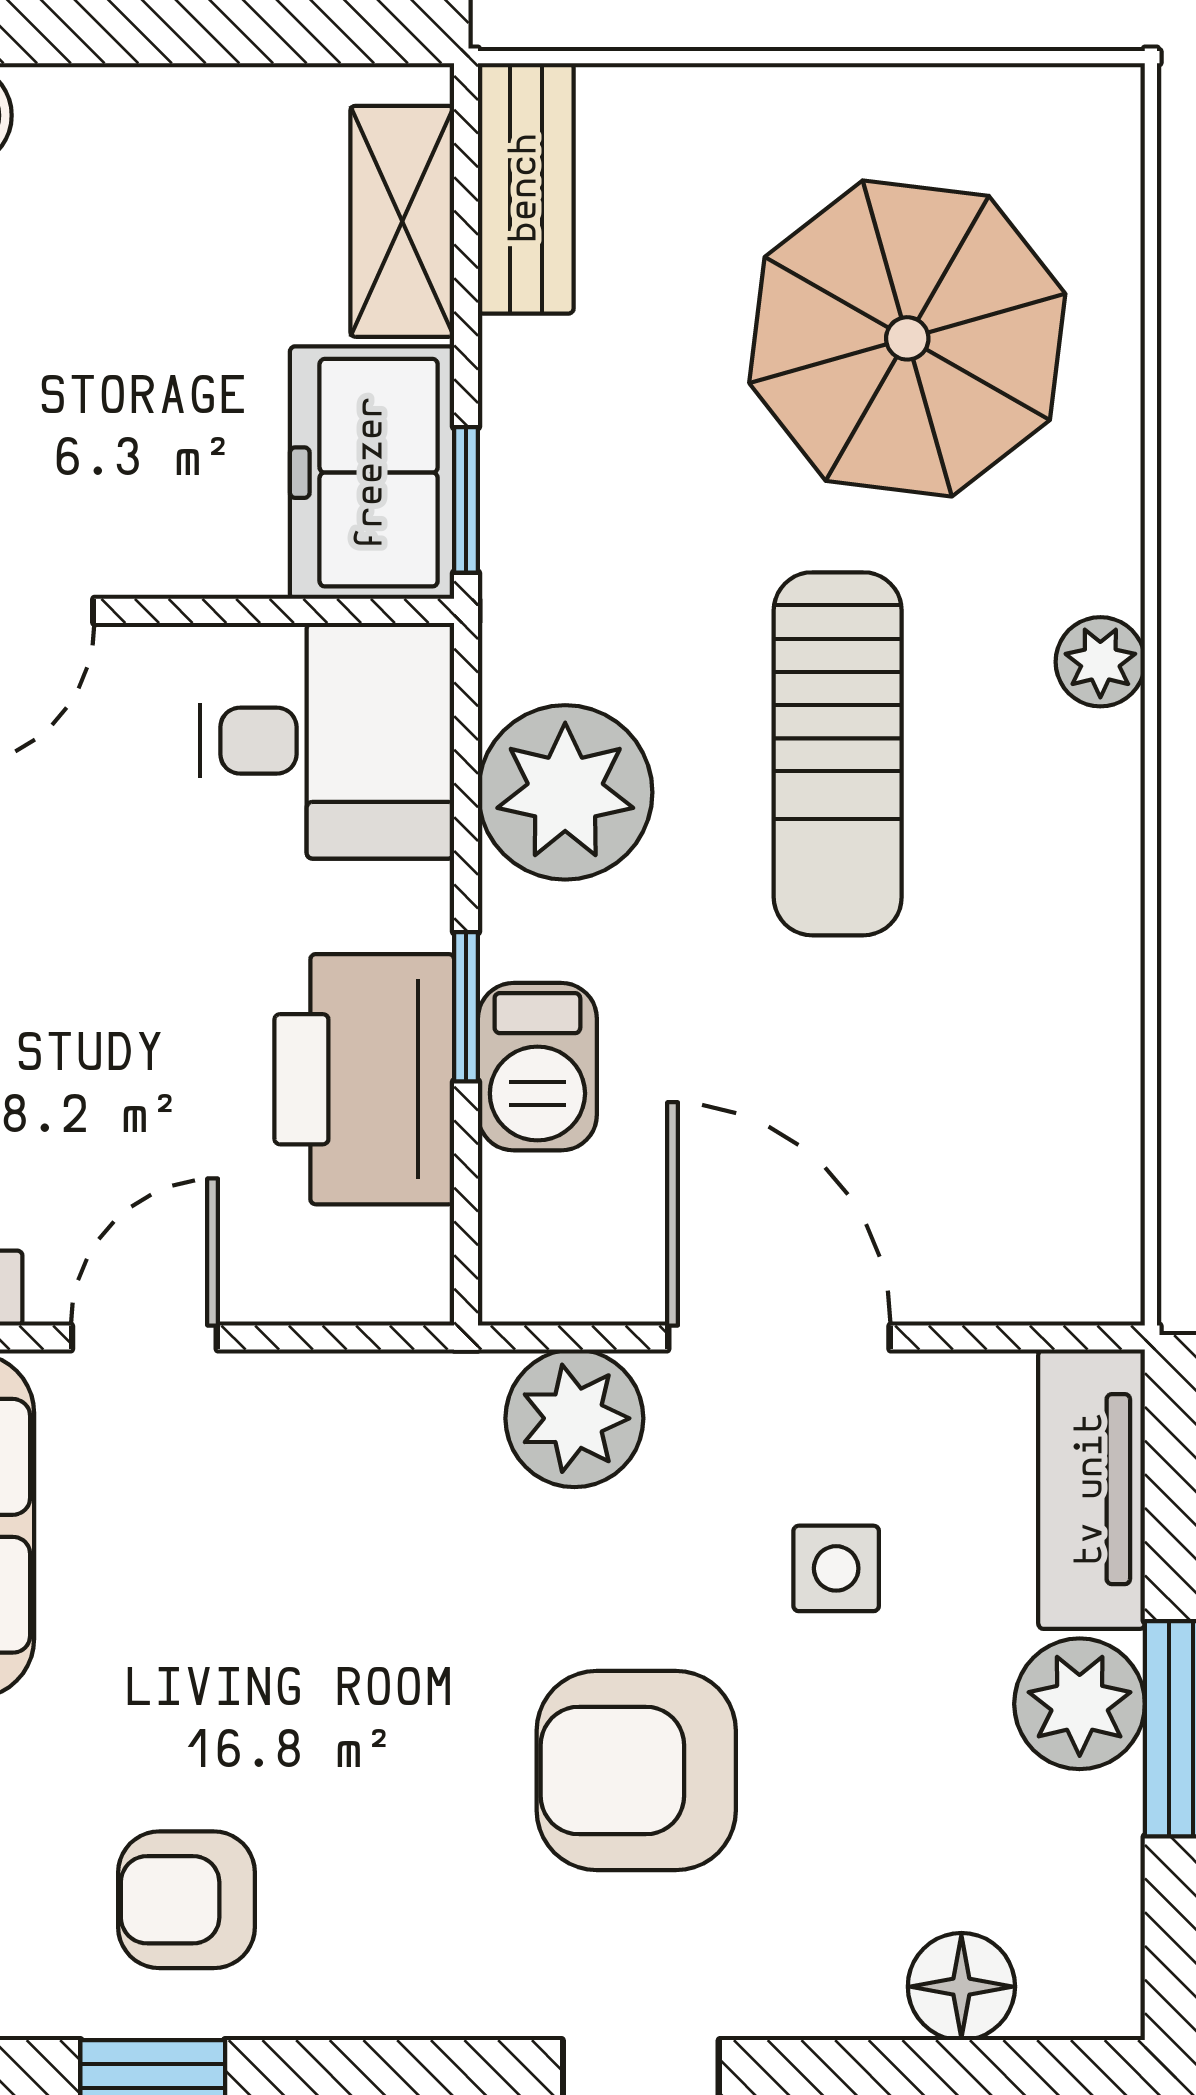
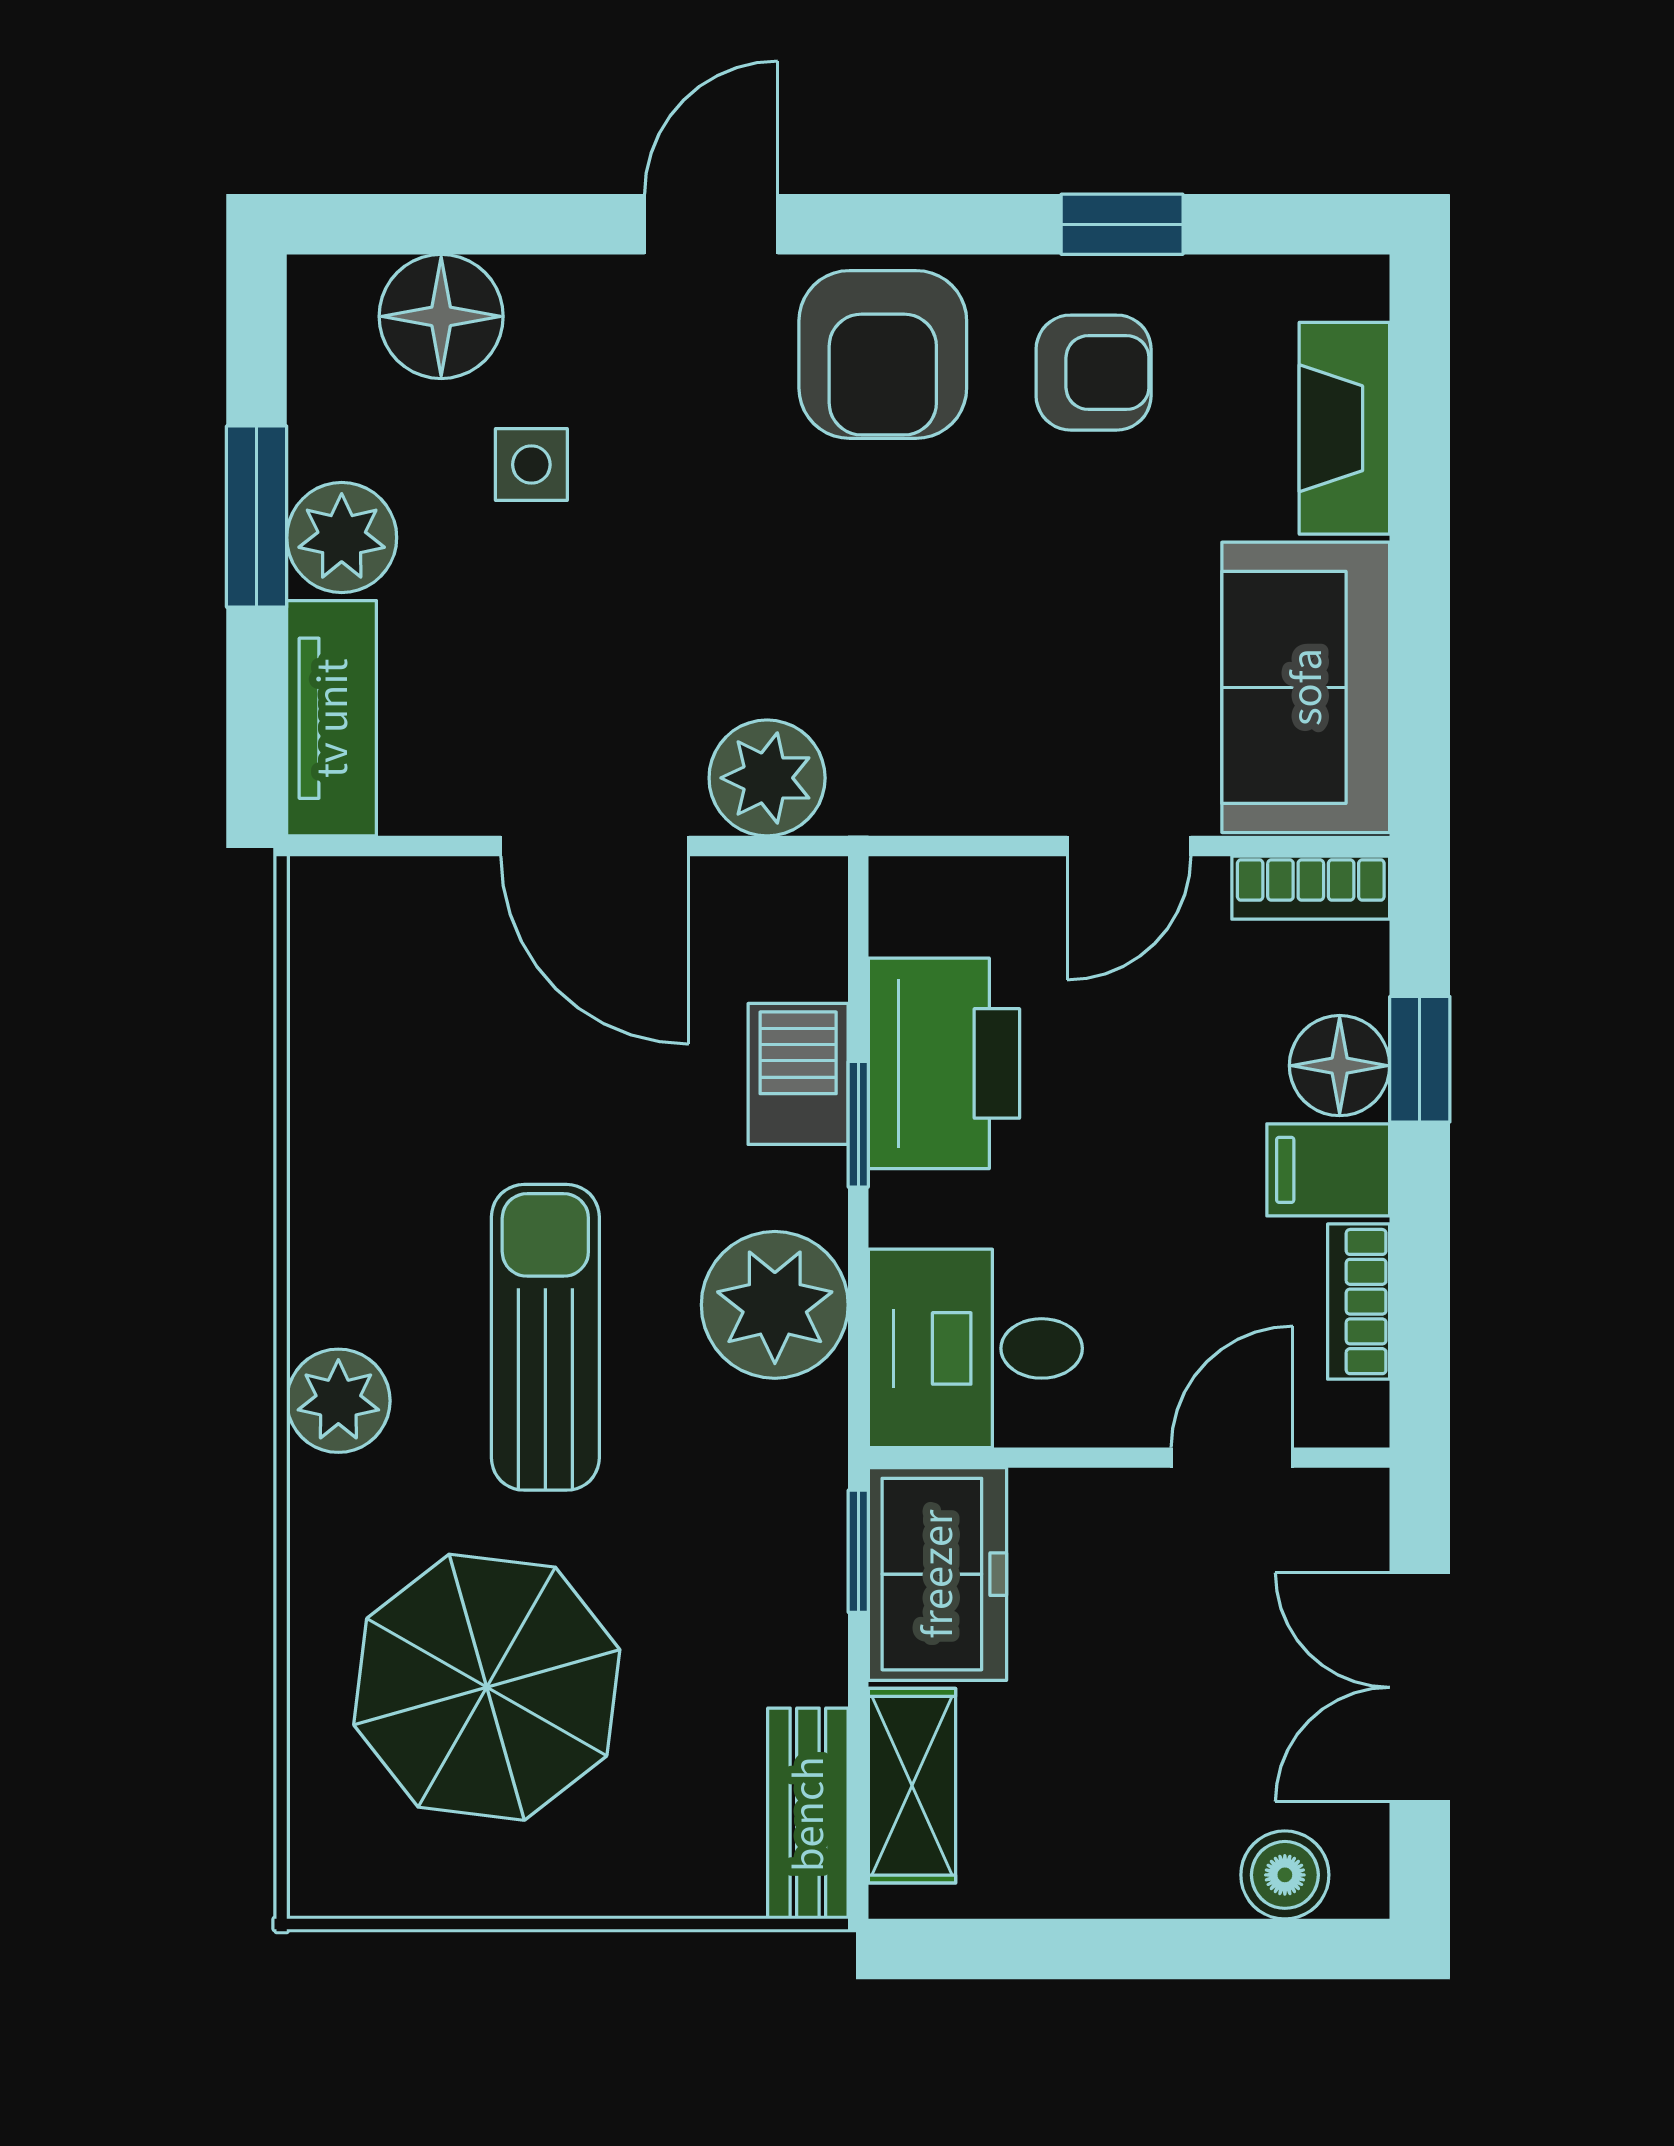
plant: (1100, 662) -> (338, 1401), width x1.38, depth x1.38
side table: (836, 1568) -> (531, 465), moved
armchair: (636, 1771) -> (883, 354), moved, turned 90
floor lamp: (961, 1987) -> (441, 316), width x1.38, depth x1.38

